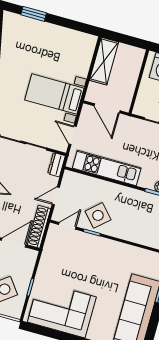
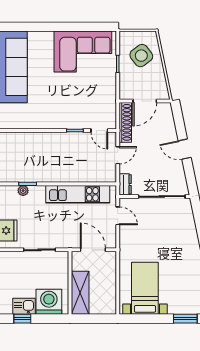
shelving: (104, 61) -> (80, 293), moved
bed with nightstands: (54, 94) -> (145, 288), moved, turned -90
side table: (98, 215) -> (74, 148), removed
door: (67, 226) -> (99, 131), hinge flipped

